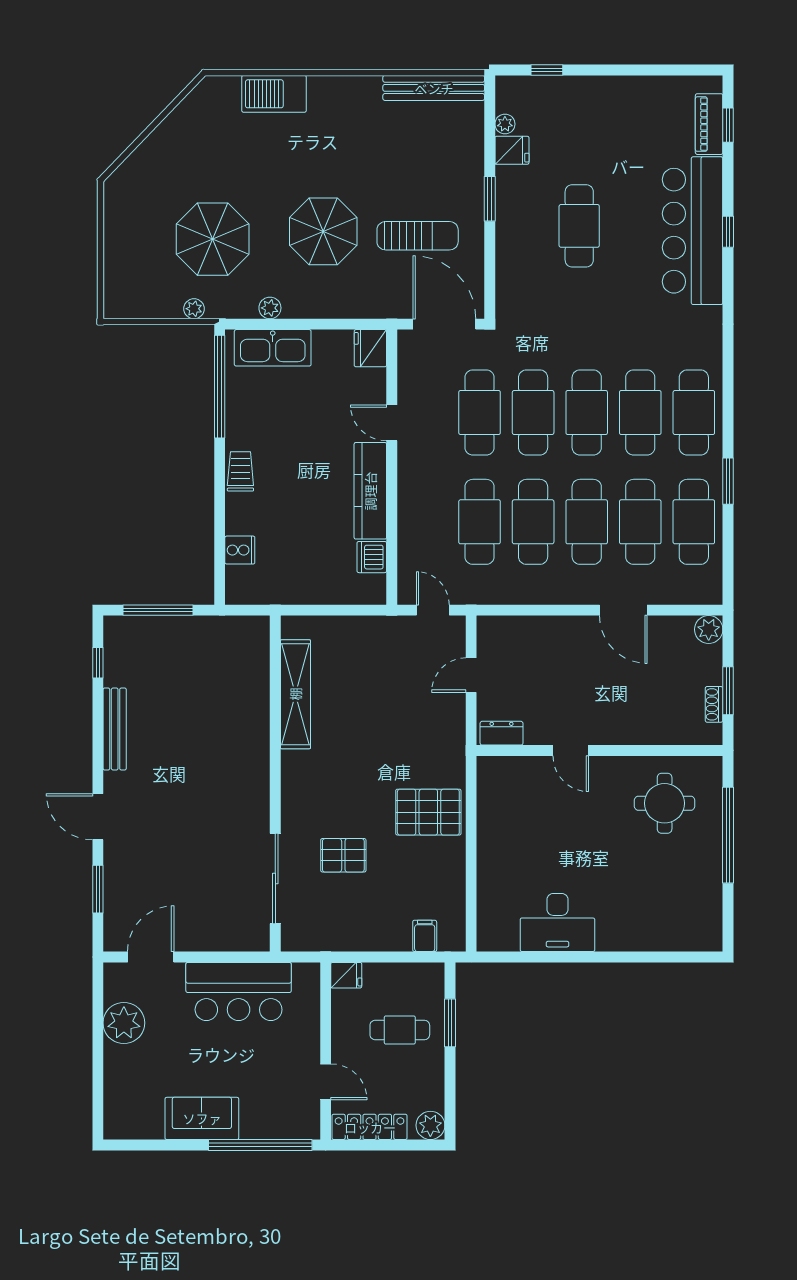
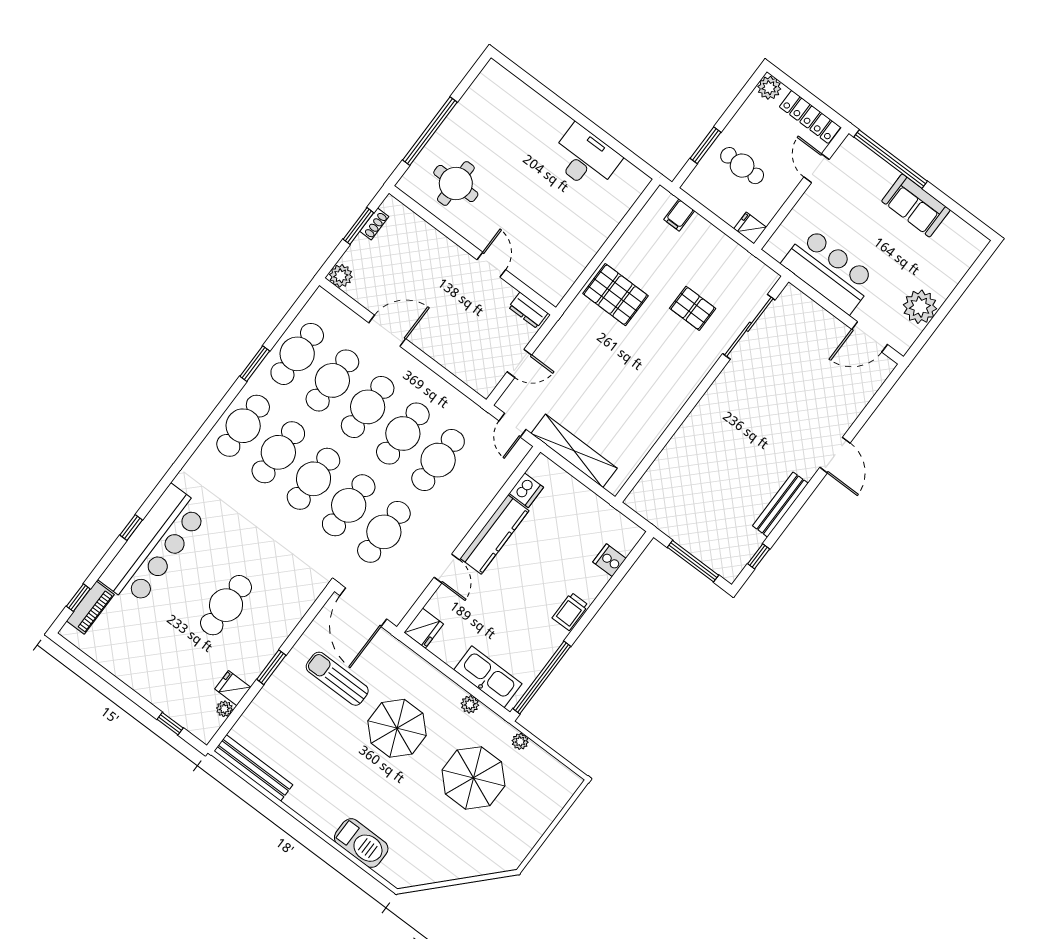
door: (623, 610) -> (387, 331), hinge flipped
shelving: (295, 694) -> (574, 451), moved, turned 90
window: (98, 889) -> (871, 408), removed

